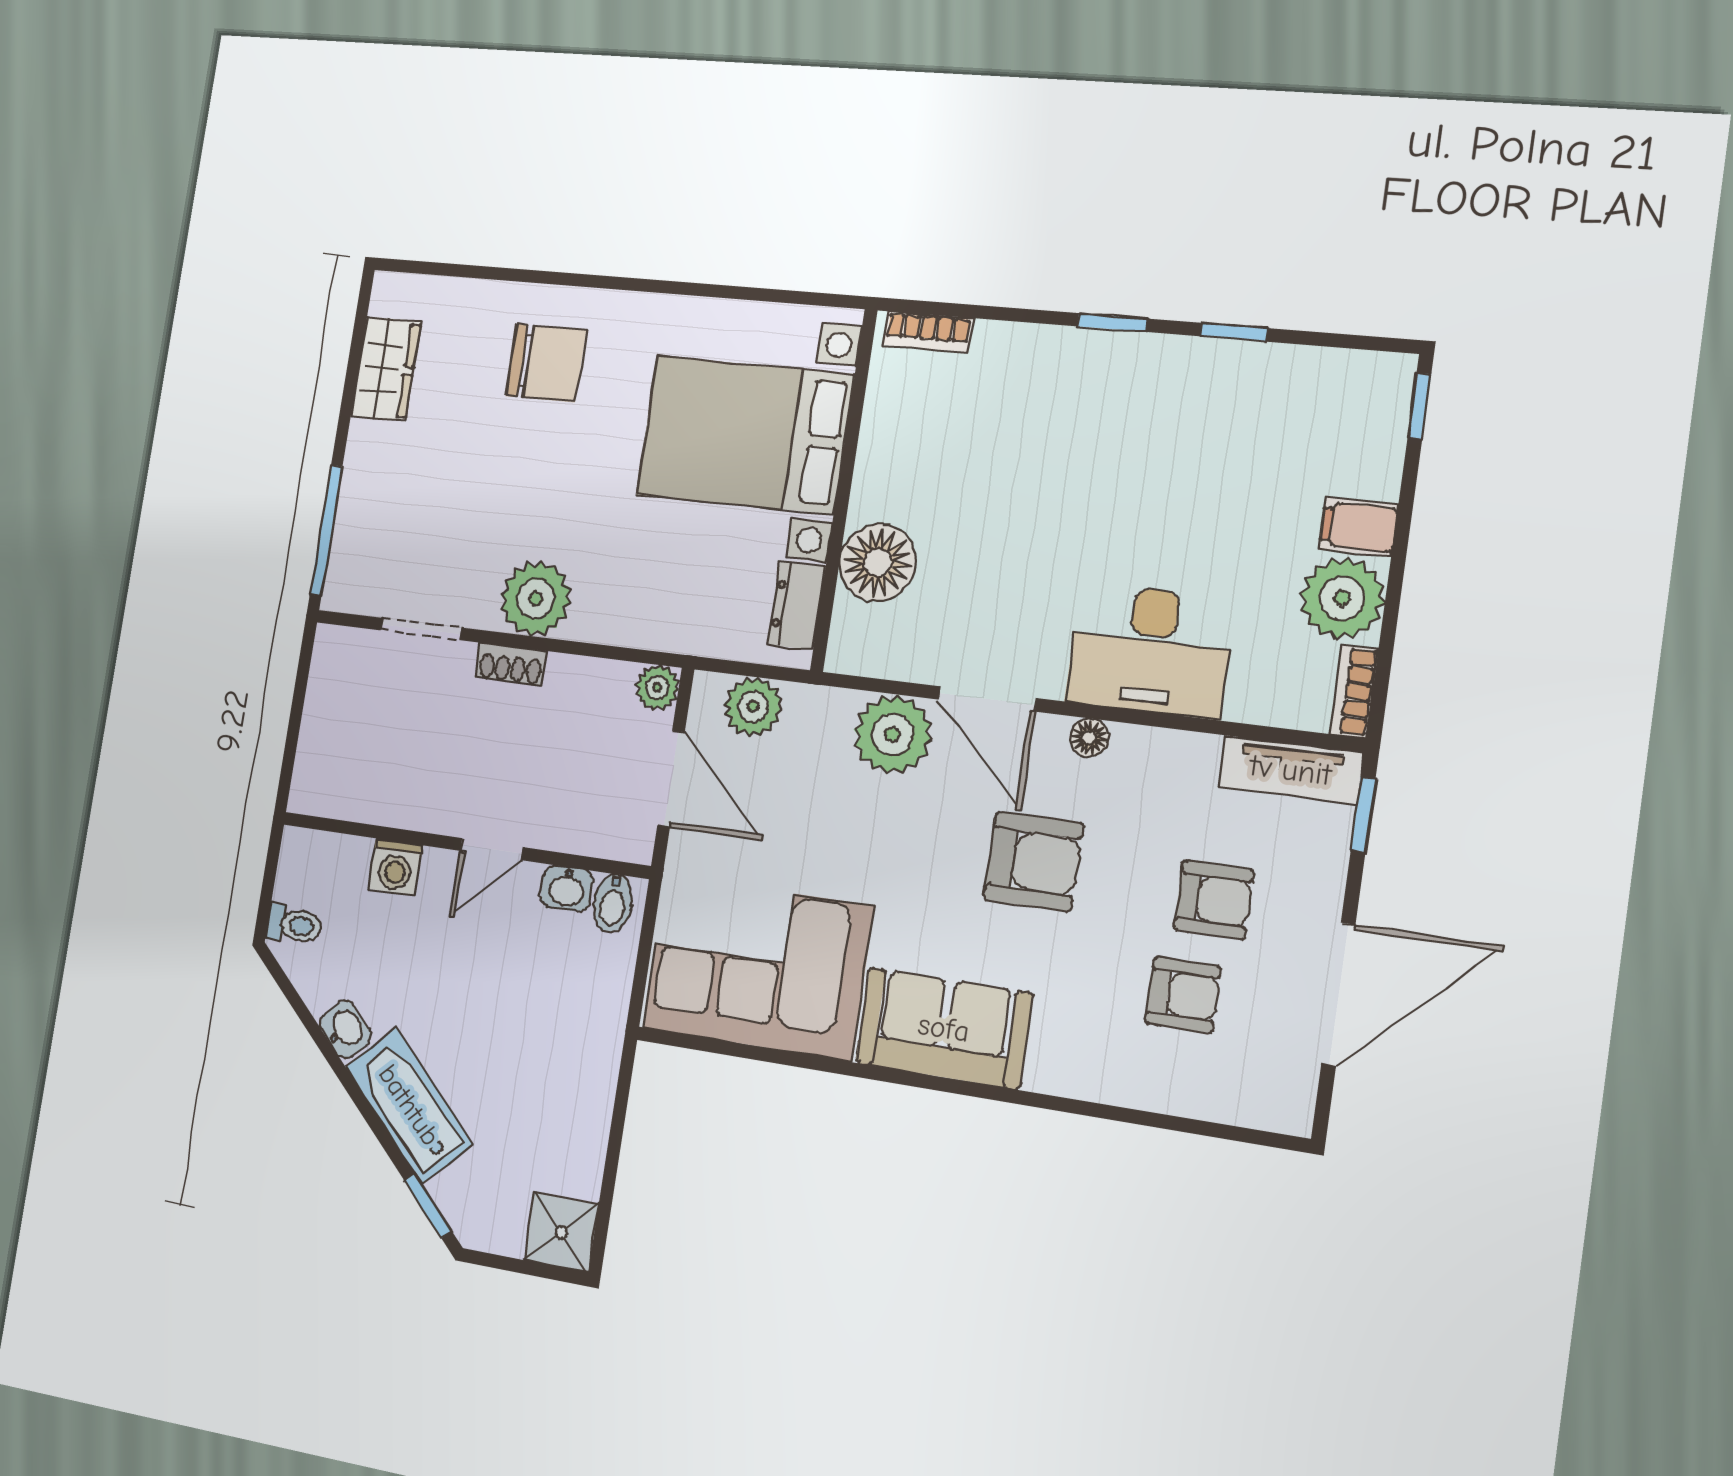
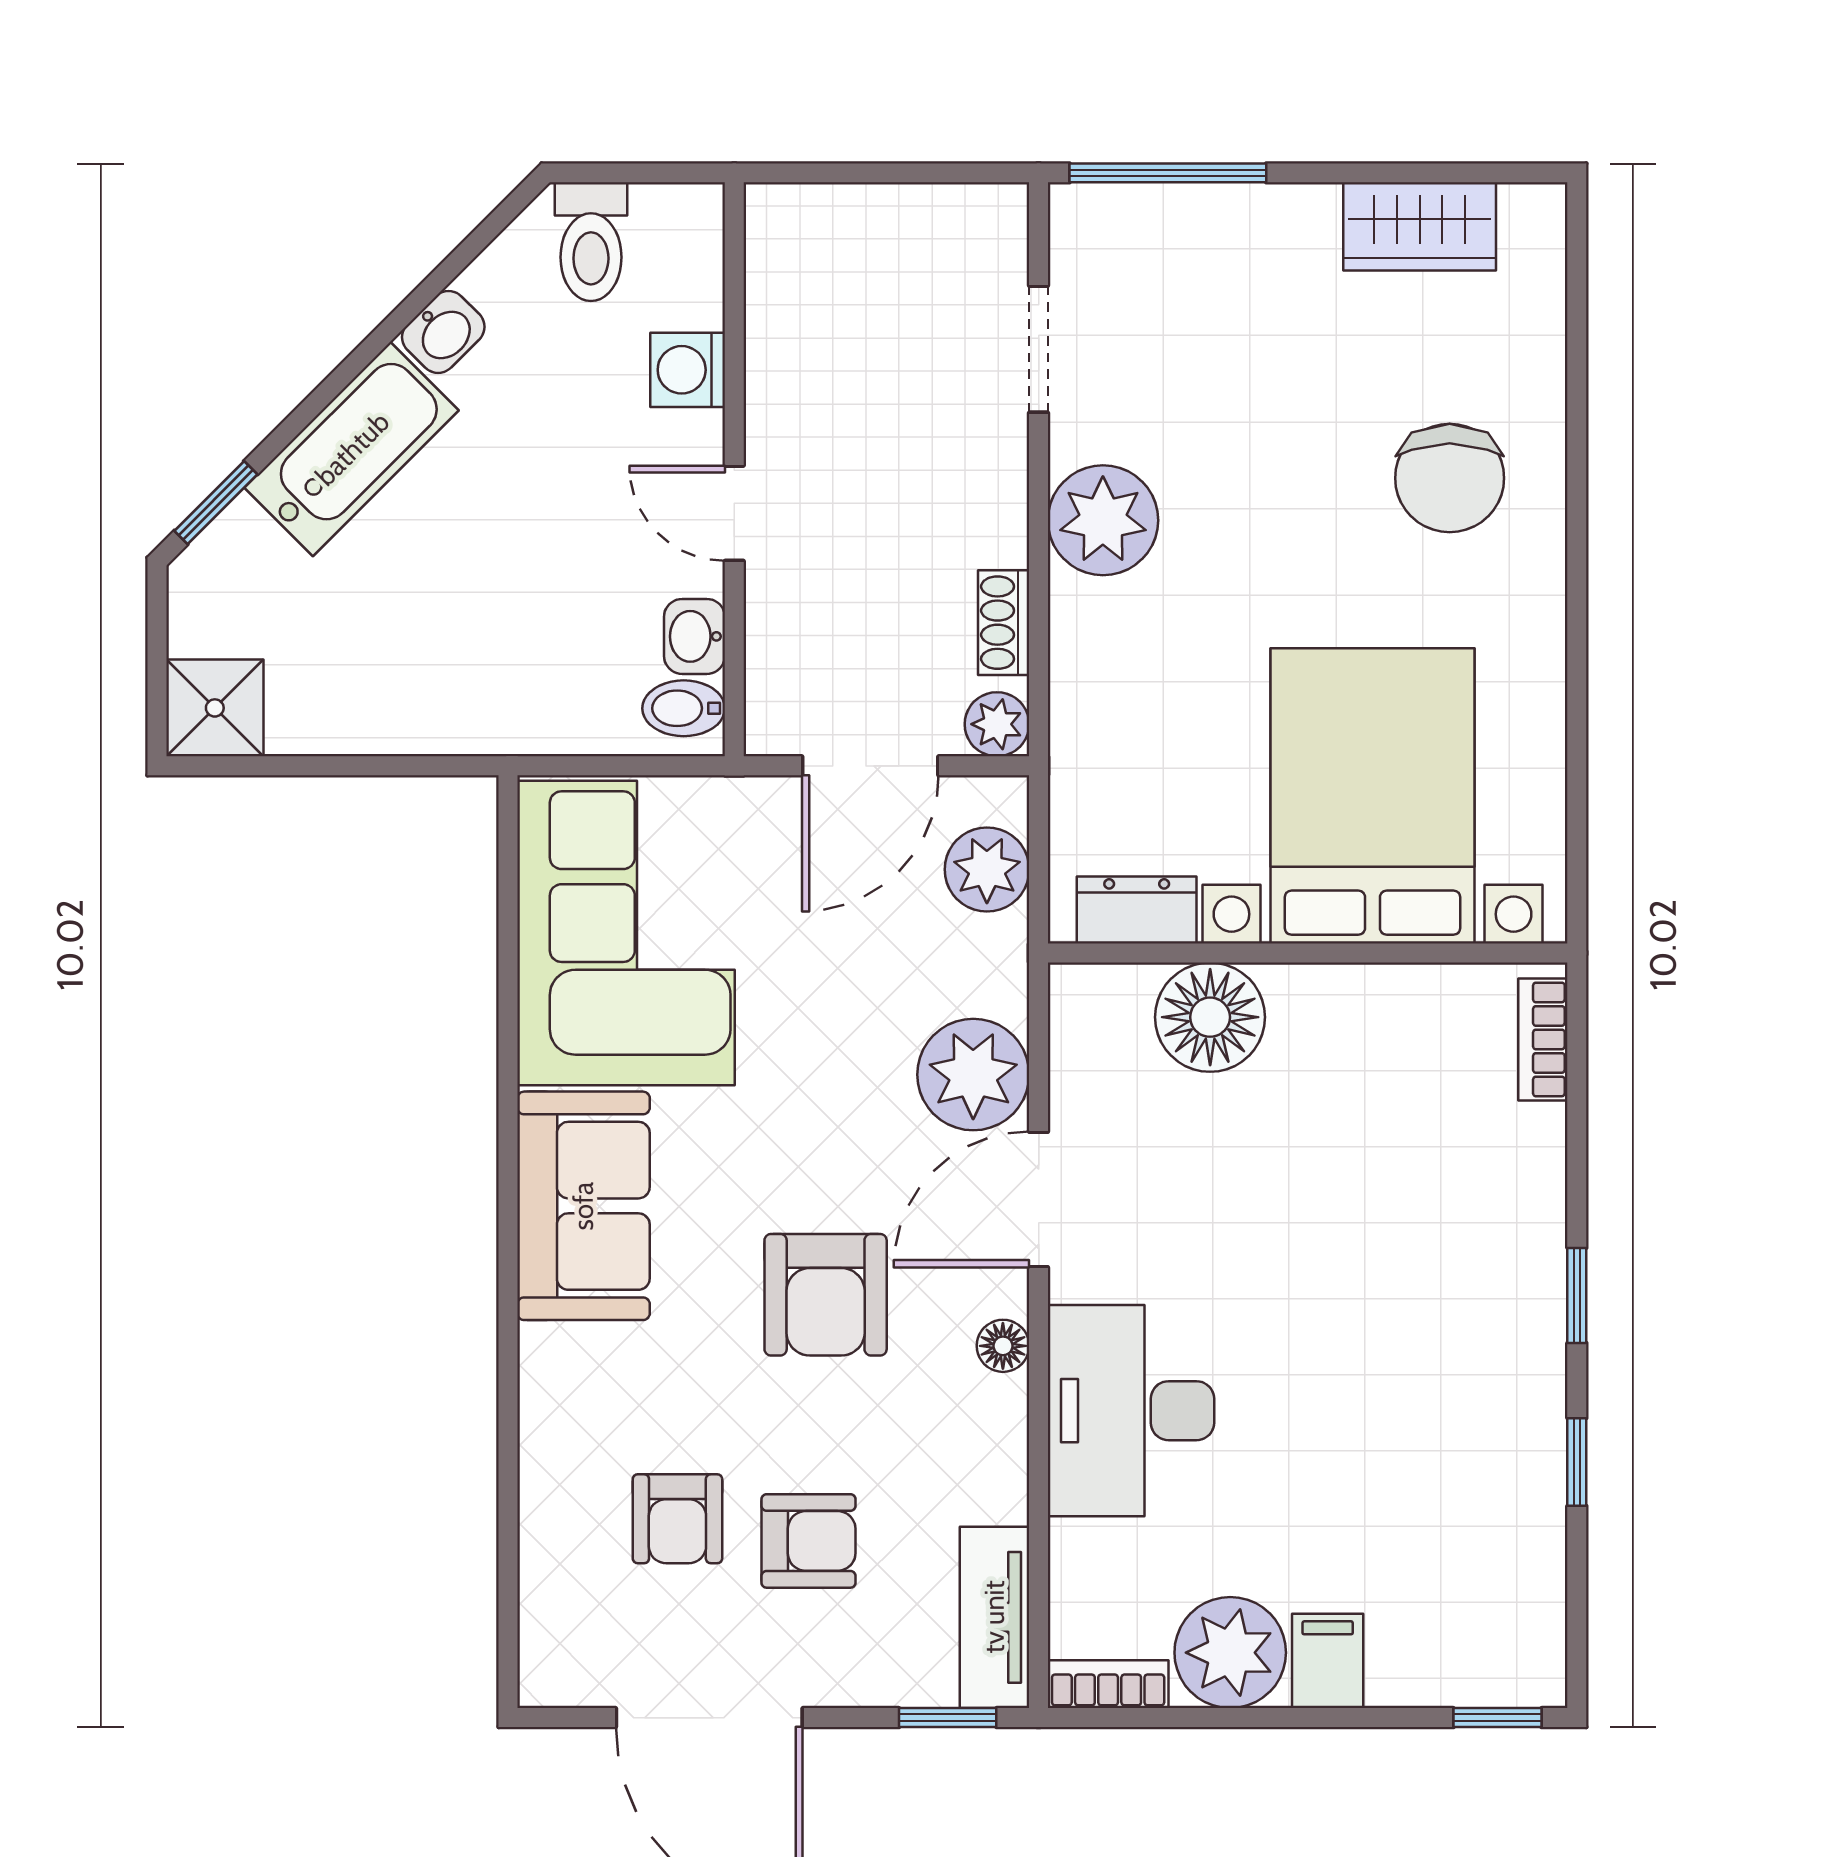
shoe rack: (511, 664) -> (1004, 623), moved
armchair: (1214, 900) -> (809, 1541), turned -90
toilet: (294, 925) -> (591, 242), width x1.37, depth x1.39

